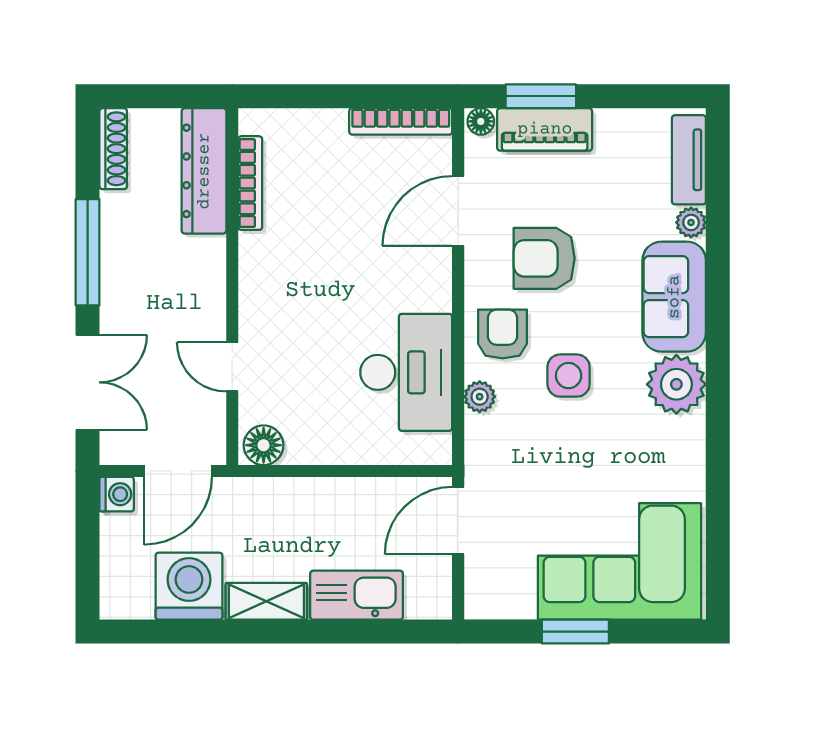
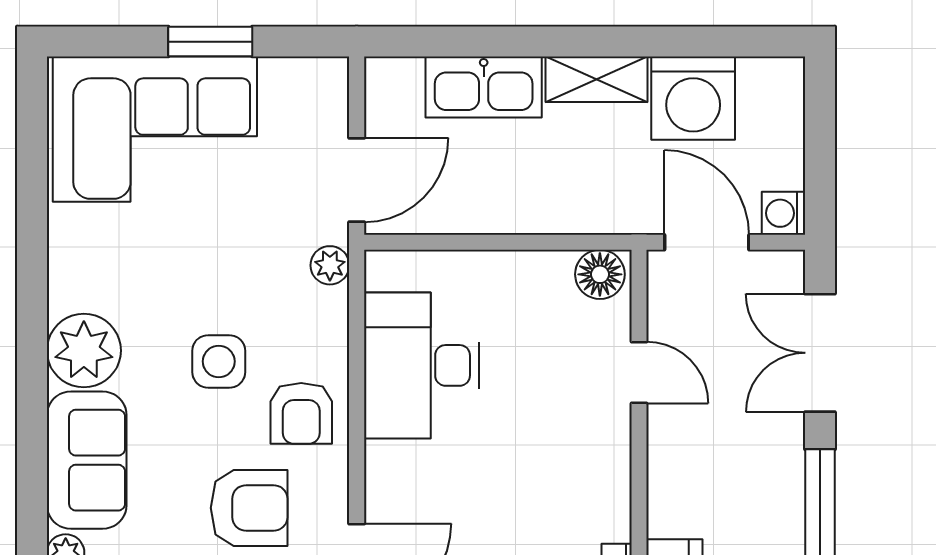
plant: (480, 397) -> (330, 265), moved
door: (178, 471) -> (707, 242), hinge flipped

